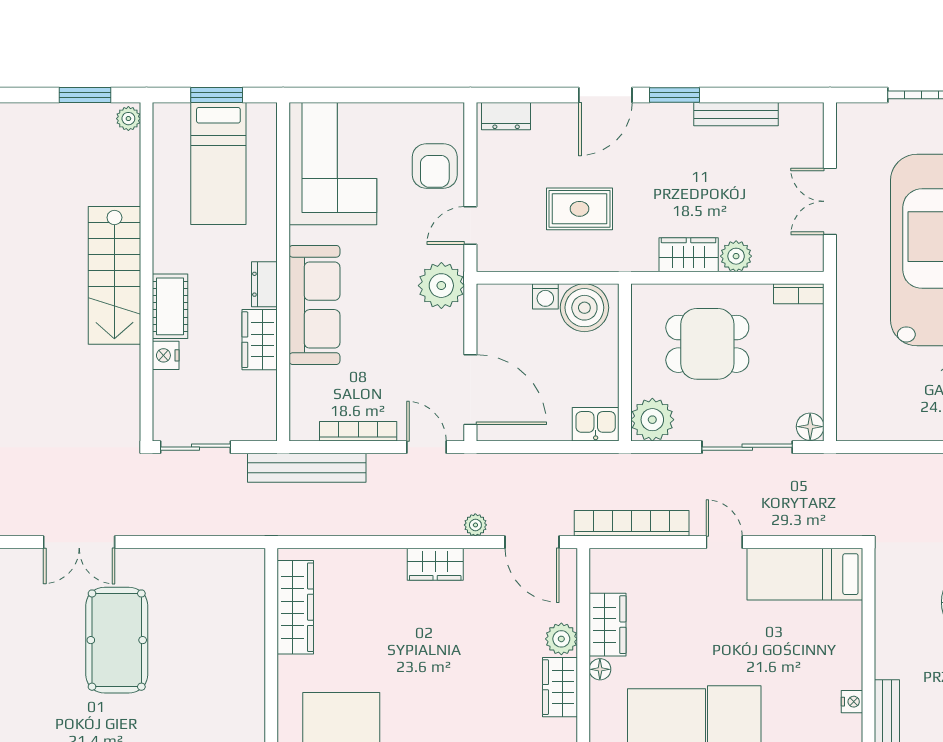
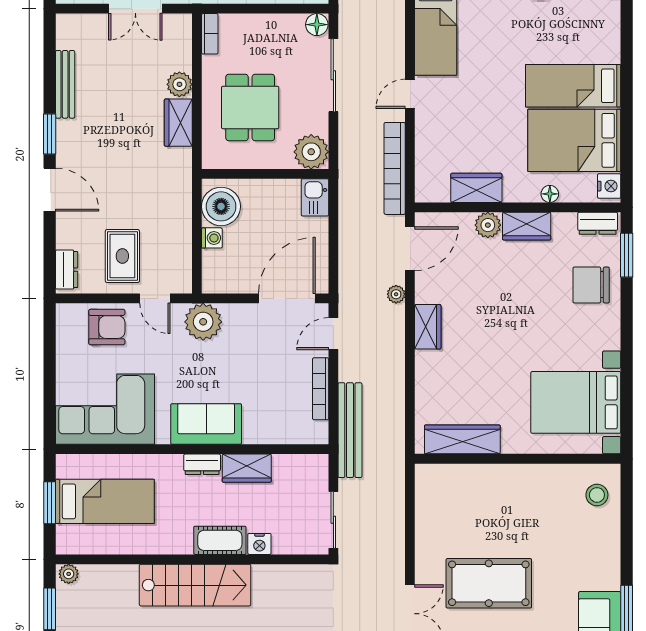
rug: (579, 209) -> (122, 256), moved
sofa: (314, 305) -> (206, 424), width x0.73
floor lamp: (600, 669) -> (550, 194), moved

